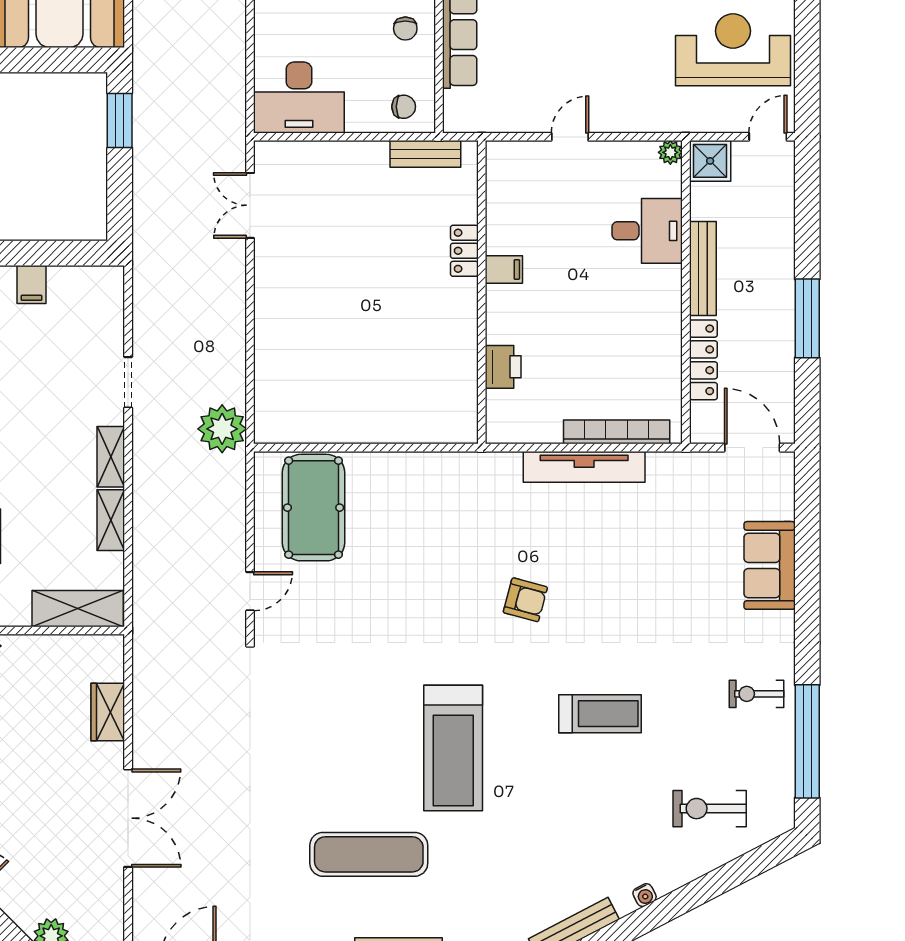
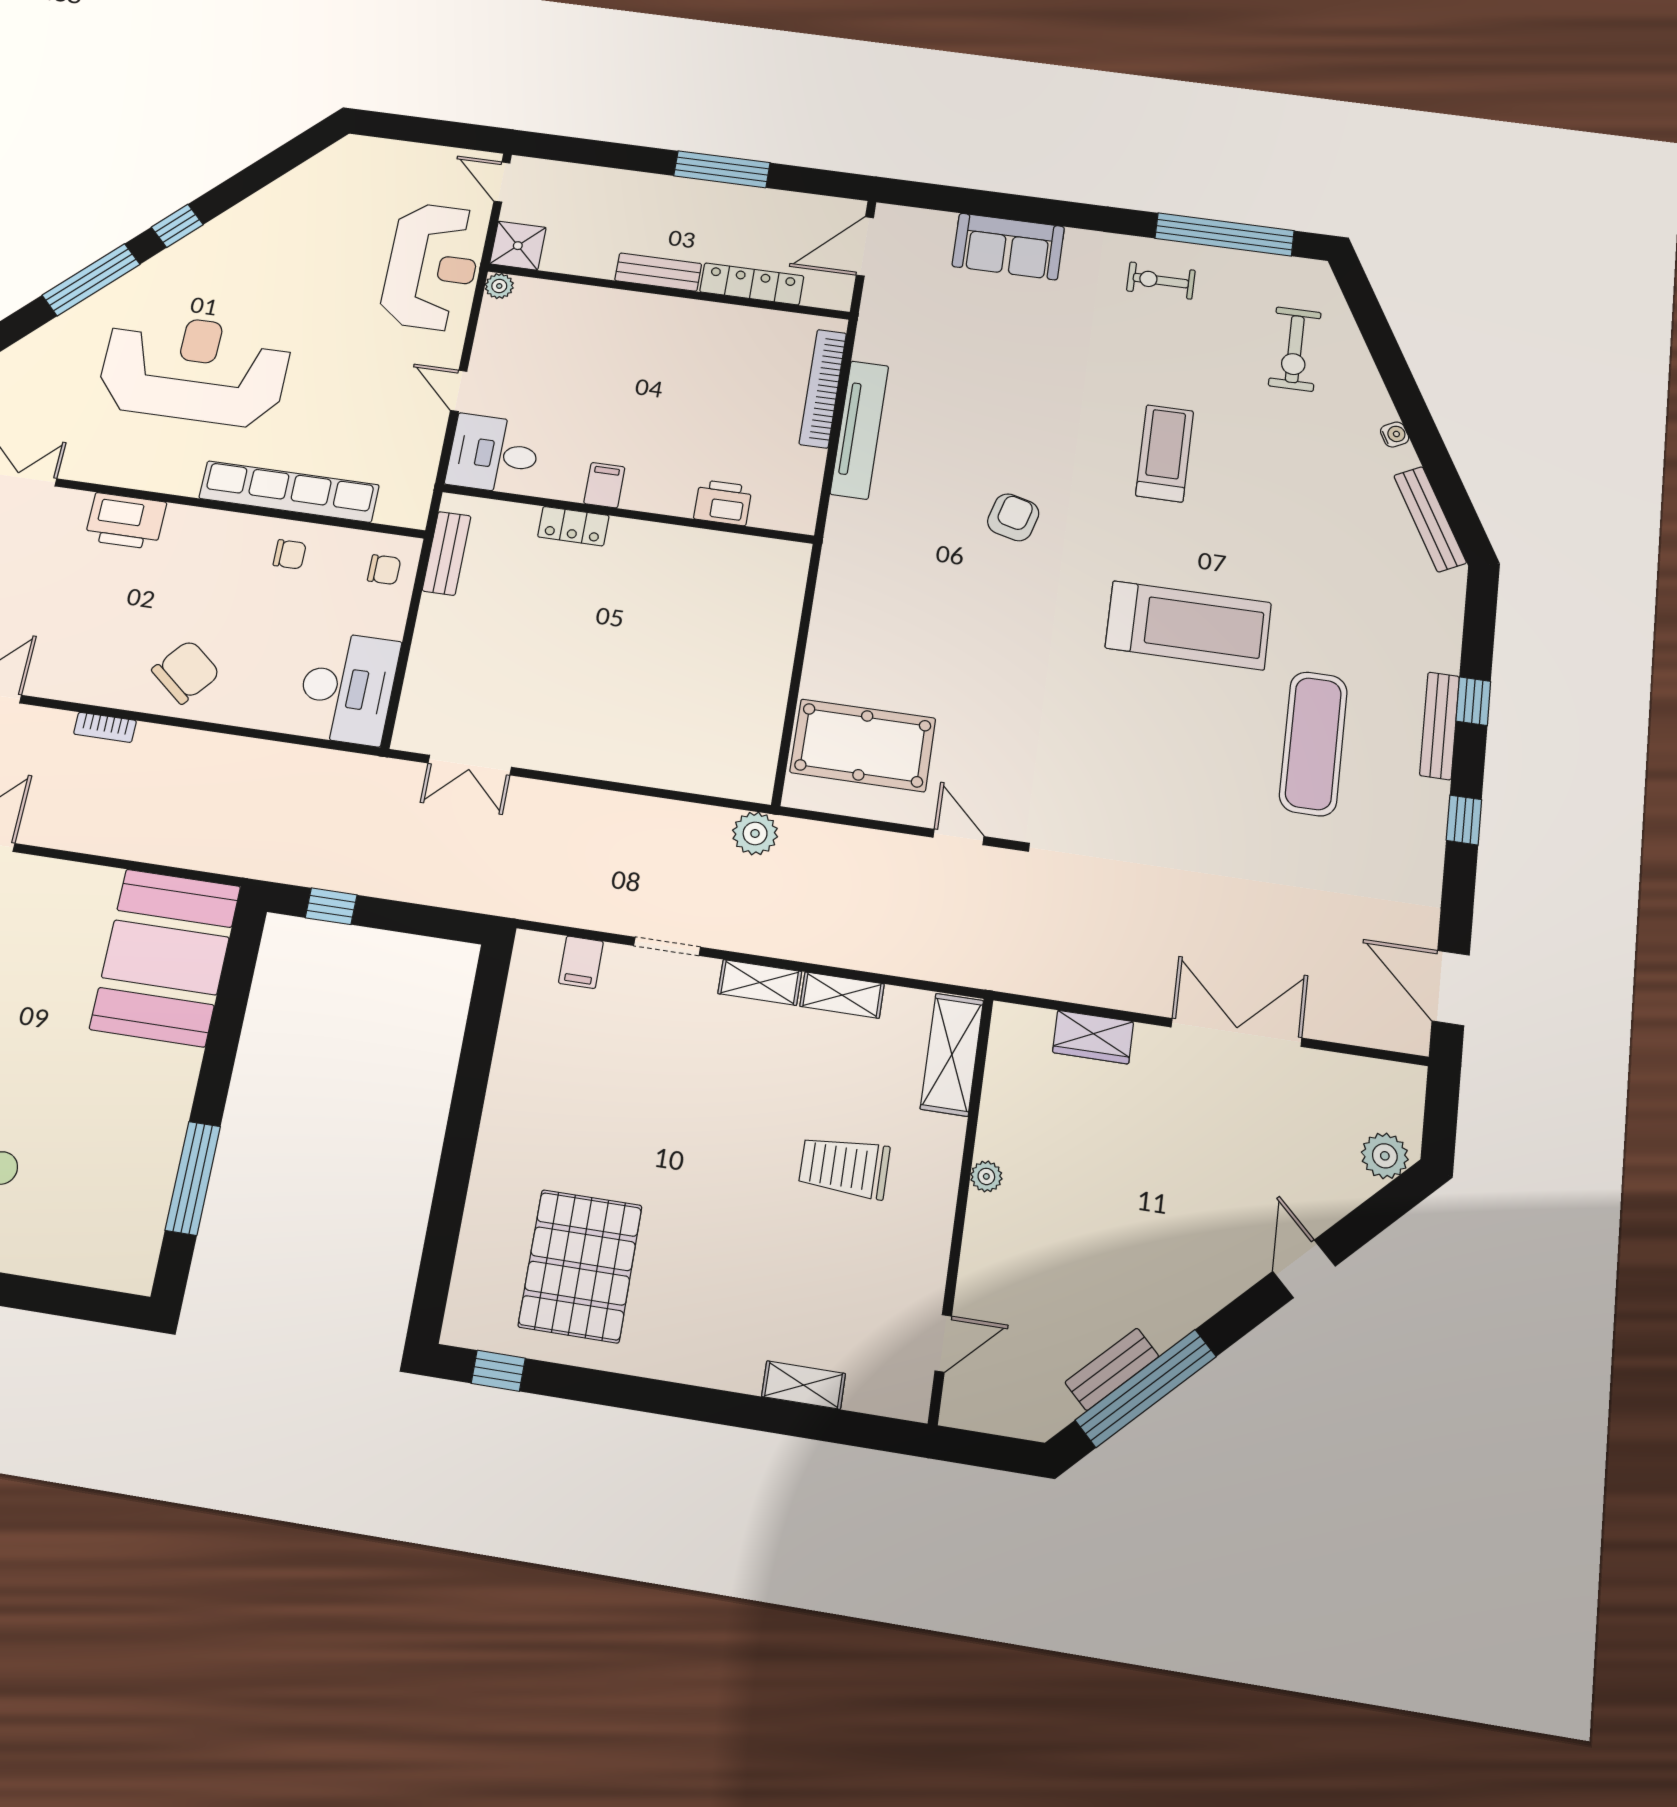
reception desk: (733, 50) -> (432, 267), moved, turned 180
chair: (404, 107) -> (384, 570), turned 90
window: (120, 120) -> (331, 906), width x0.67
desk: (647, 231) -> (494, 454), moved, turned -90
bench: (703, 268) -> (658, 272), width x0.73
filing cabinet: (32, 284) -> (581, 962), moved, turned 90
plant: (222, 429) -> (755, 833), width x0.73, depth x0.73
exercise bike: (756, 694) -> (1161, 281), turned 90

